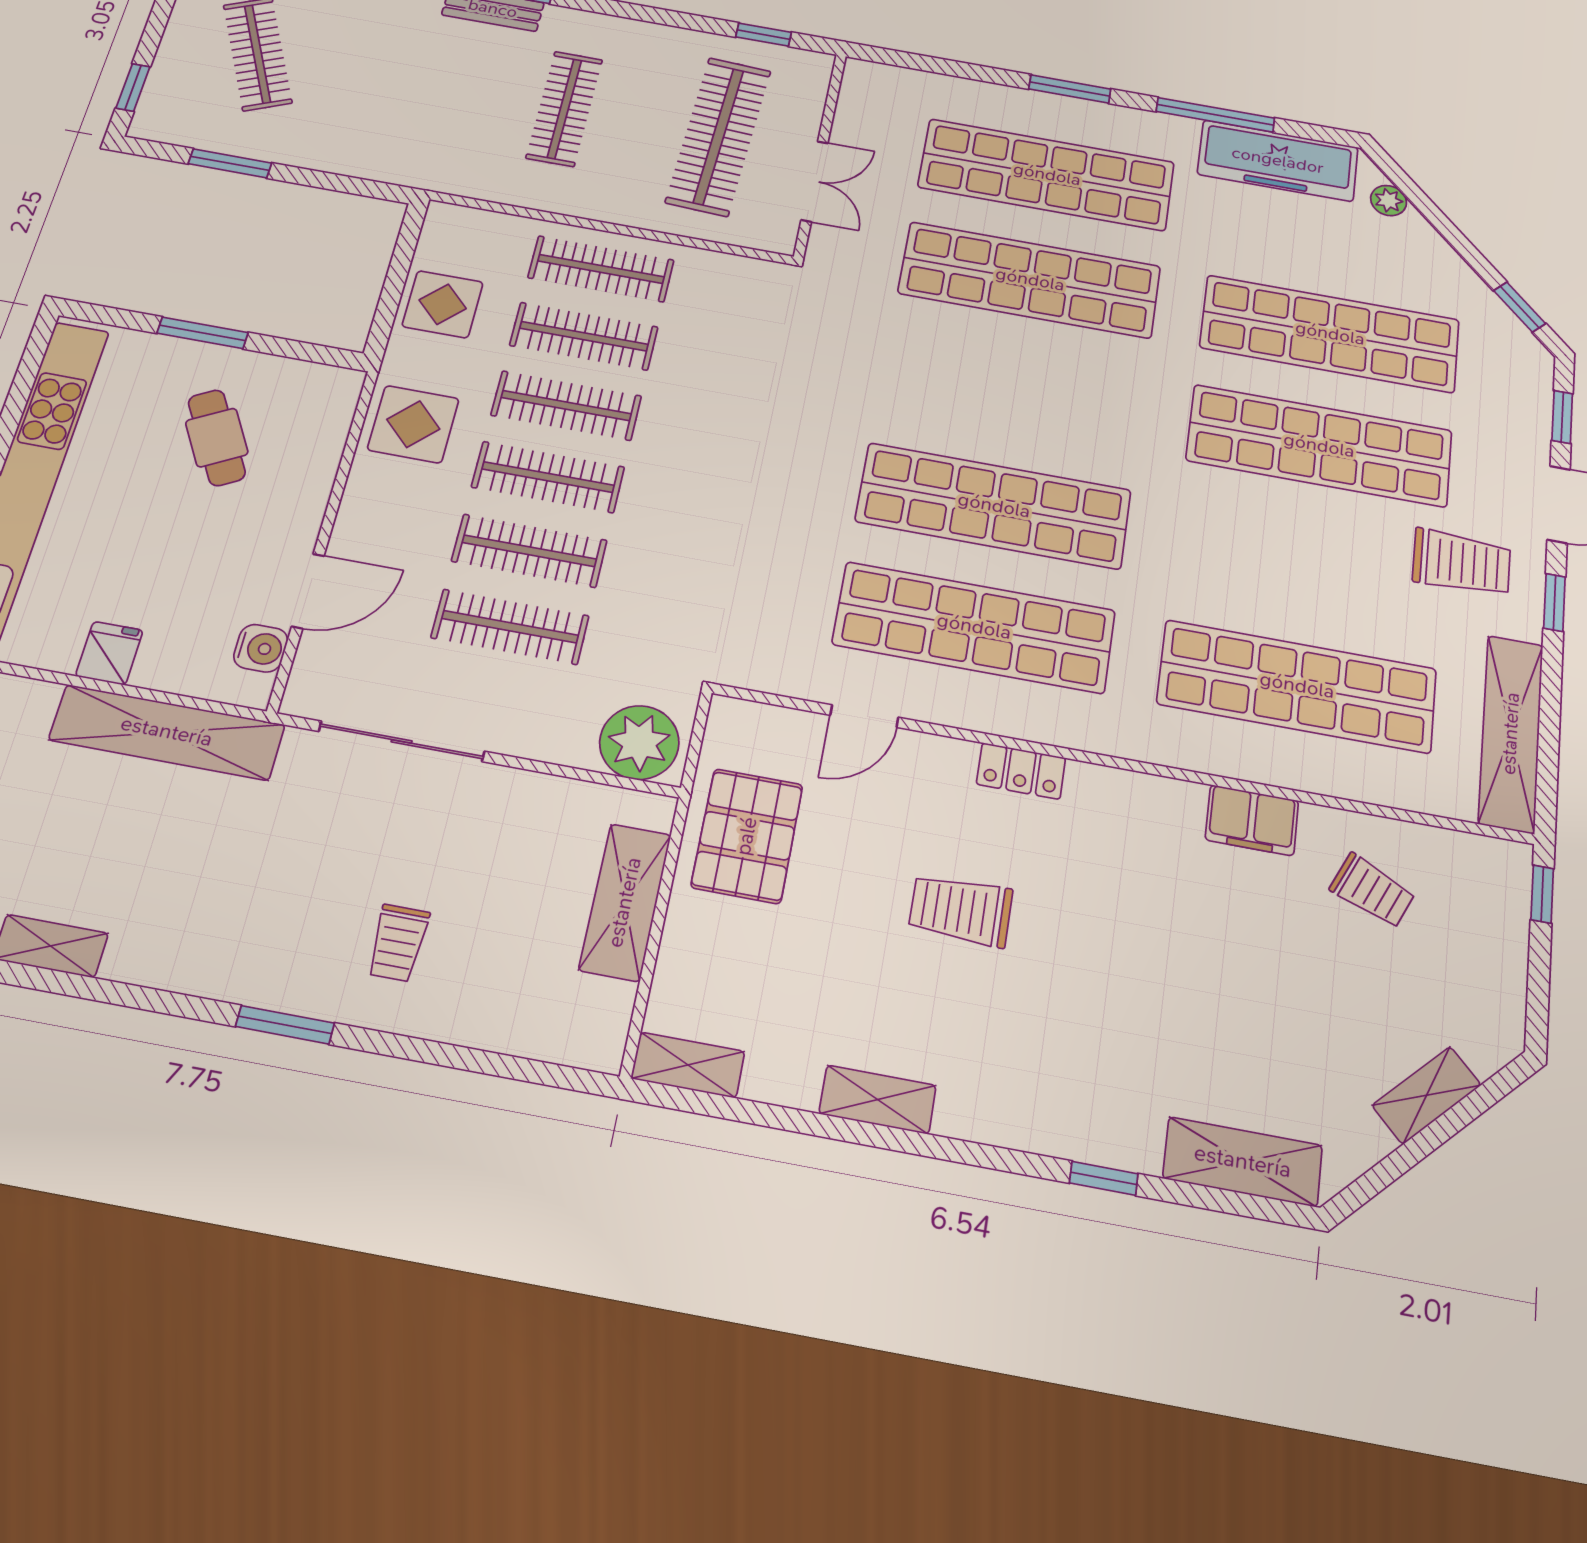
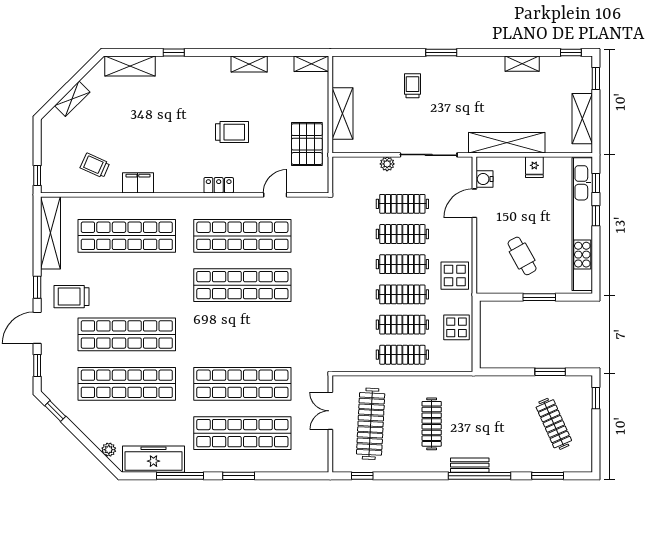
plant: (639, 742) -> (387, 164), moved, width x0.53, depth x0.53

